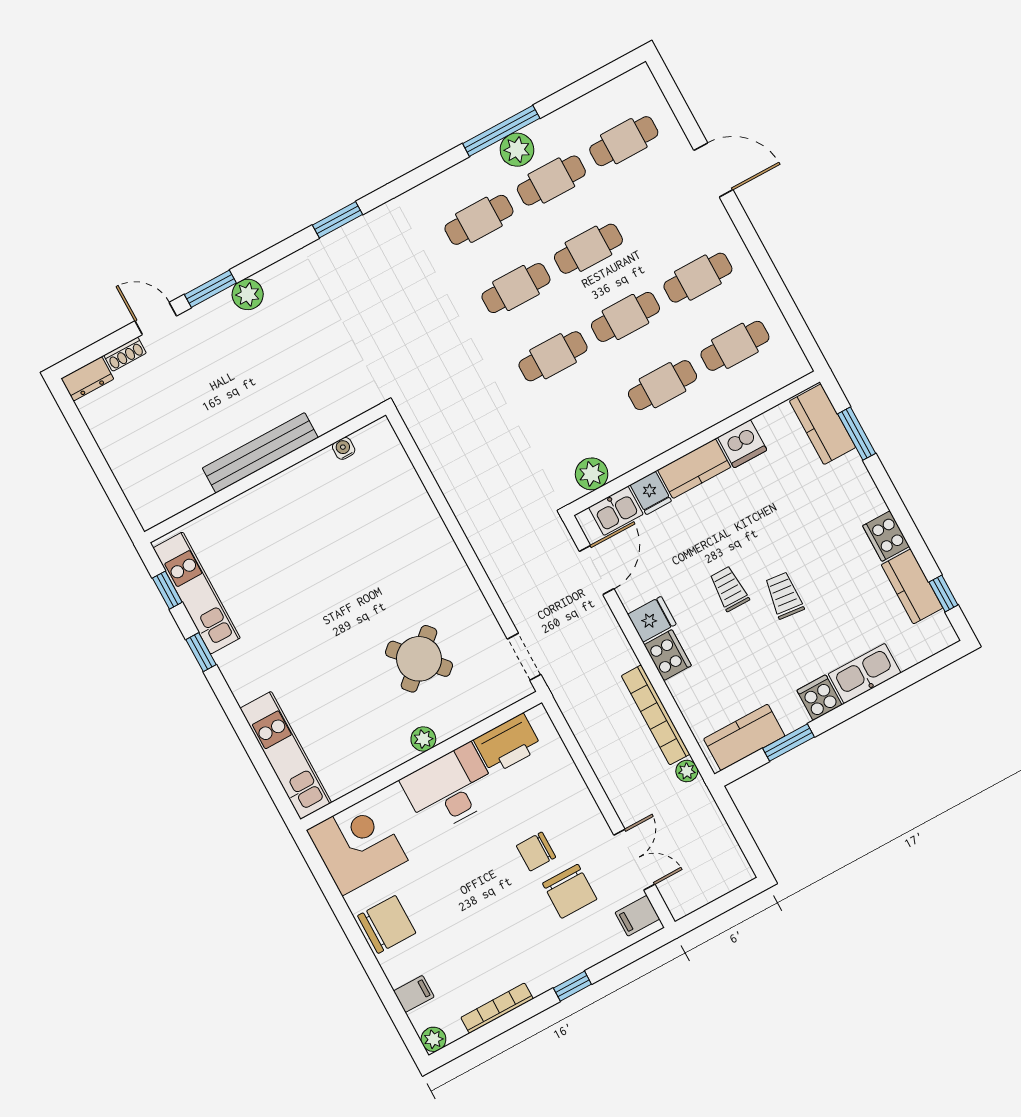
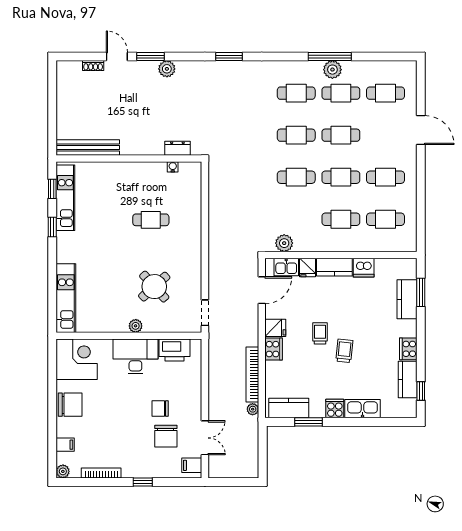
dresser: (87, 379) -> (177, 148), moved, turned 180
kitchen counter: (822, 424) -> (407, 299), moved
bench: (260, 453) -> (88, 148), moved
cafe table: (355, 554) -> (151, 220), added

